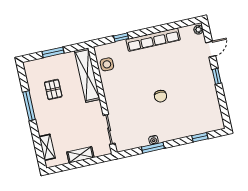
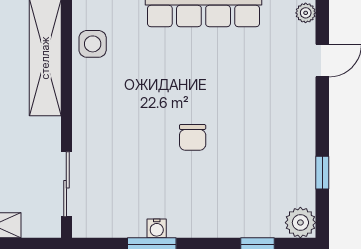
window: (217, 76) -> (322, 173), moved
plant: (217, 123) -> (300, 223), added

